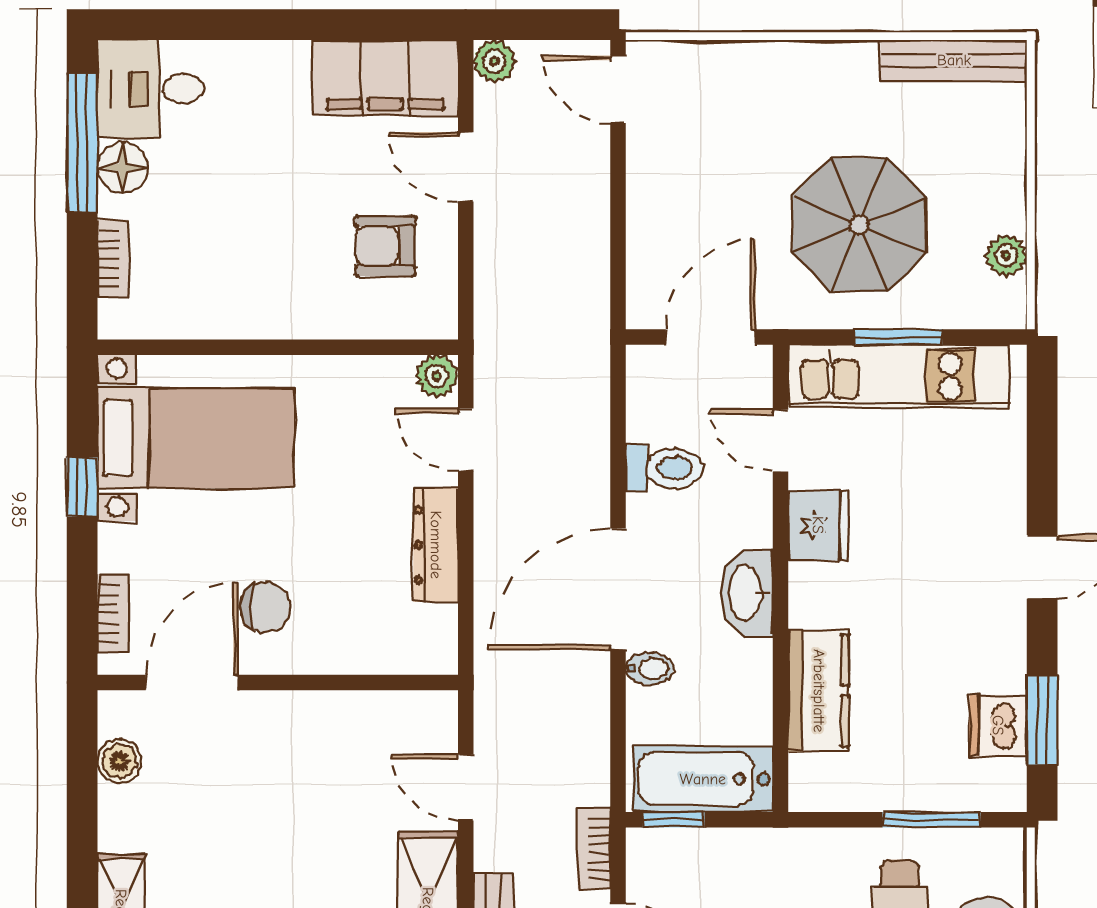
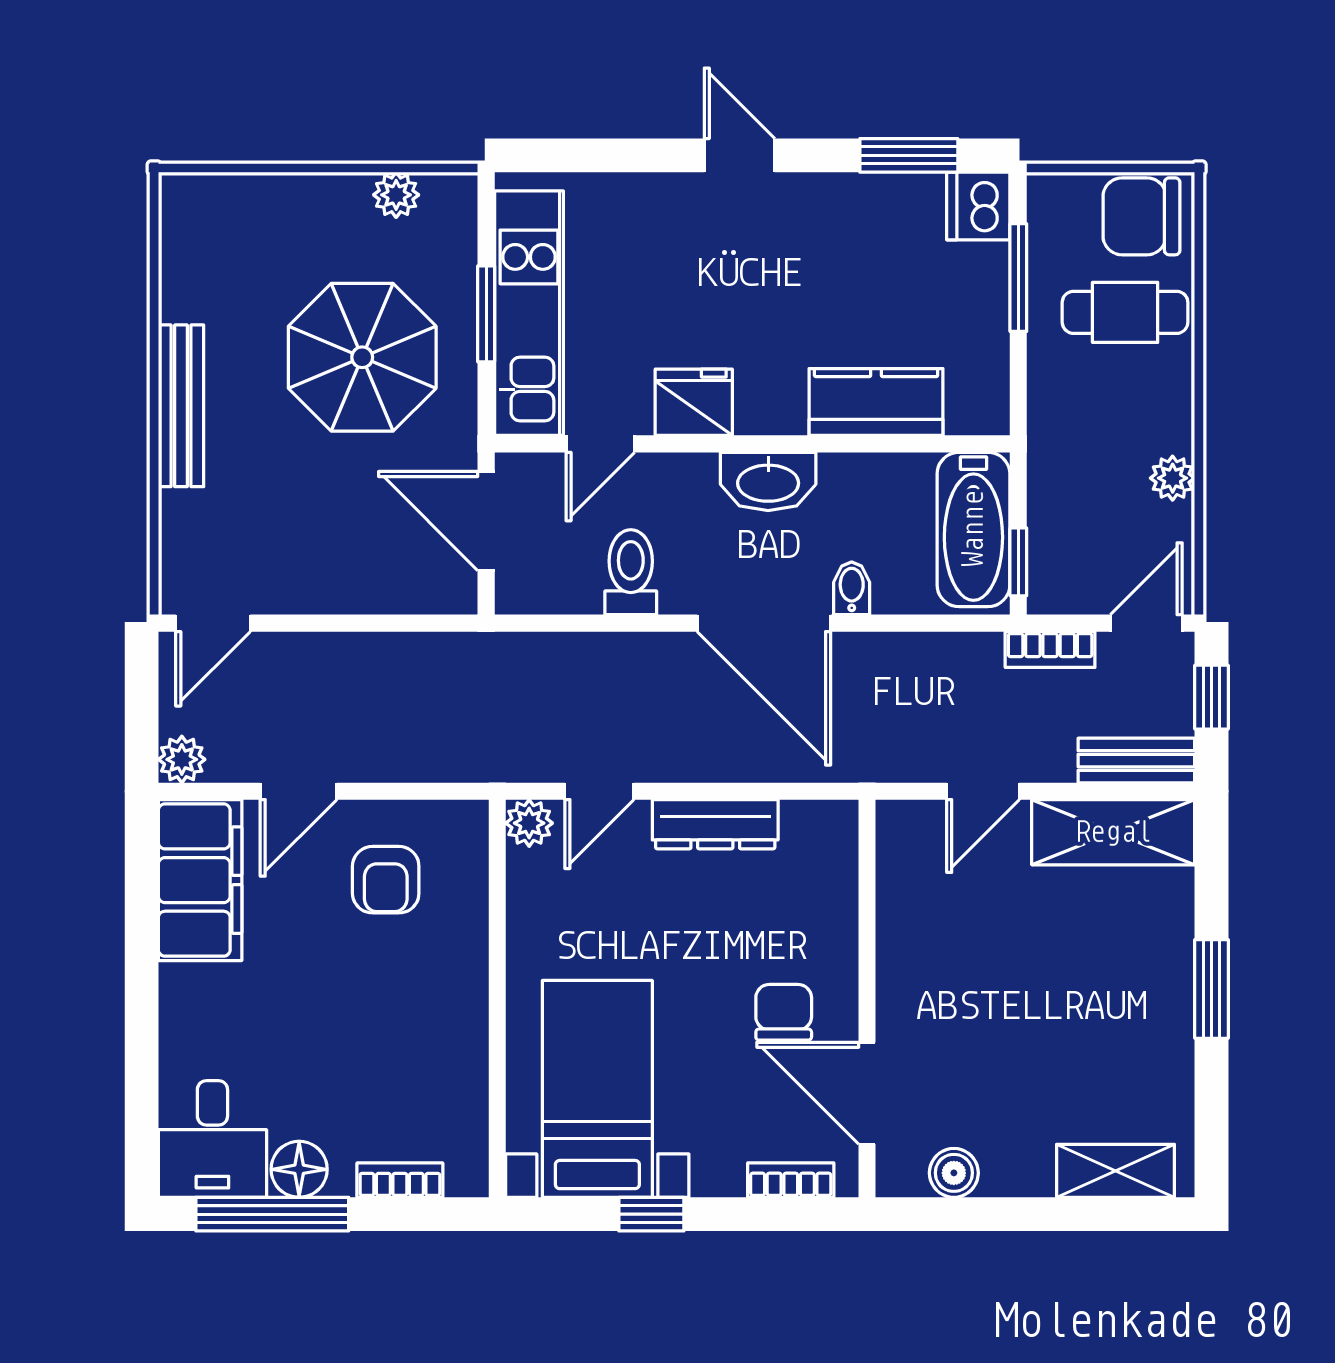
bench: (954, 60) -> (181, 406), moved
dishwasher: (998, 725) -> (978, 206), moved, turned 90

